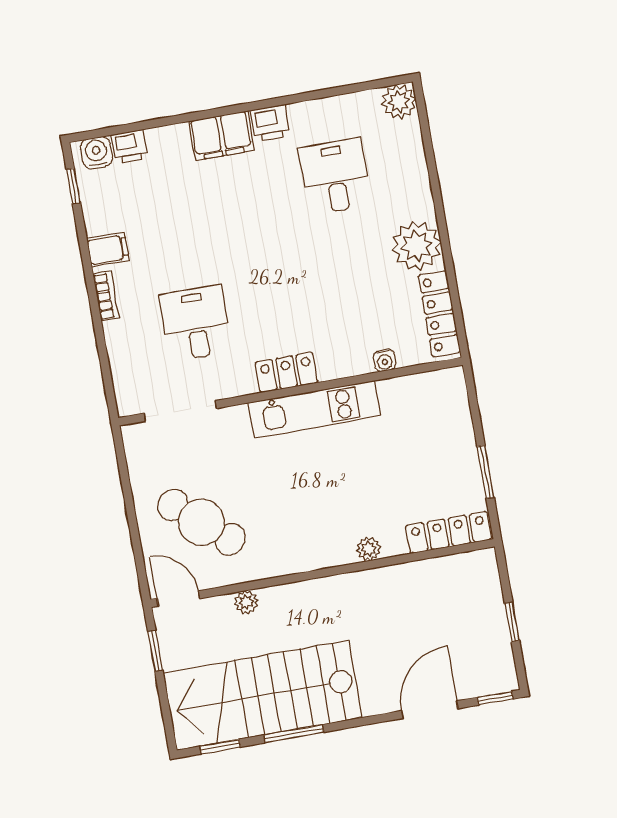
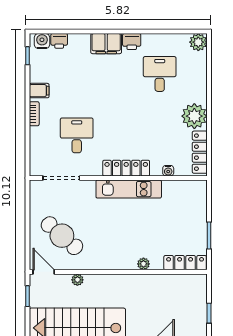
locker: (287, 372) -> (126, 168), width x1.53

